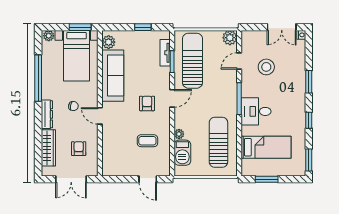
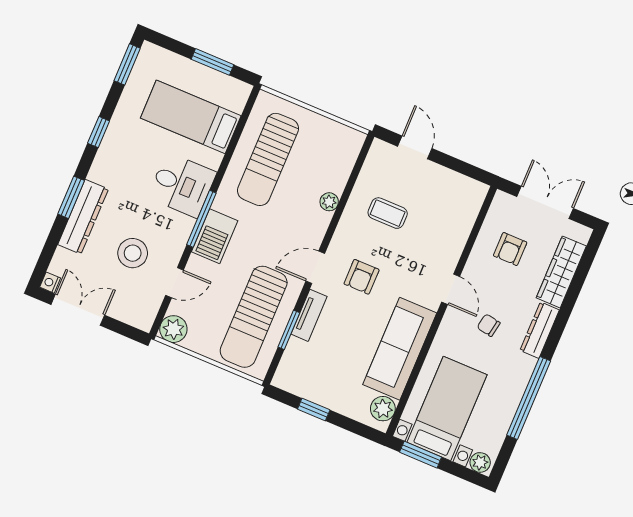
tv unit: (165, 53) -> (309, 315), moved
dresser: (299, 75) -> (83, 217), added
barbecue: (182, 153) -> (215, 236), moved, turned 180

